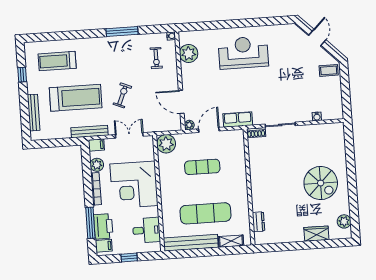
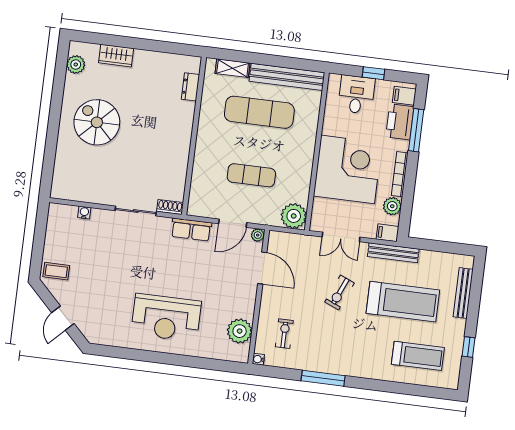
treadmill: (76, 98) -> (403, 302), turned 180
desk: (146, 230) -> (356, 95), moved, turned 90

